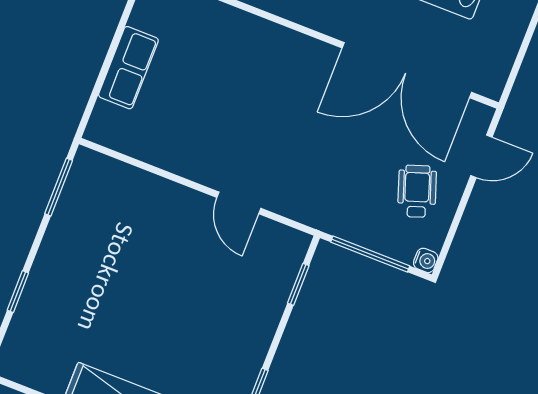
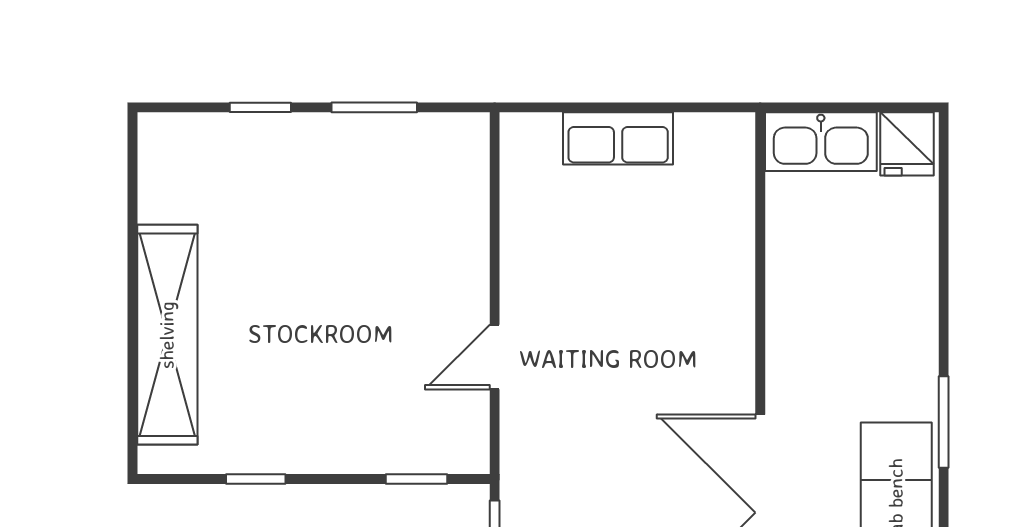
window: (59, 187) -> (374, 107), moved

